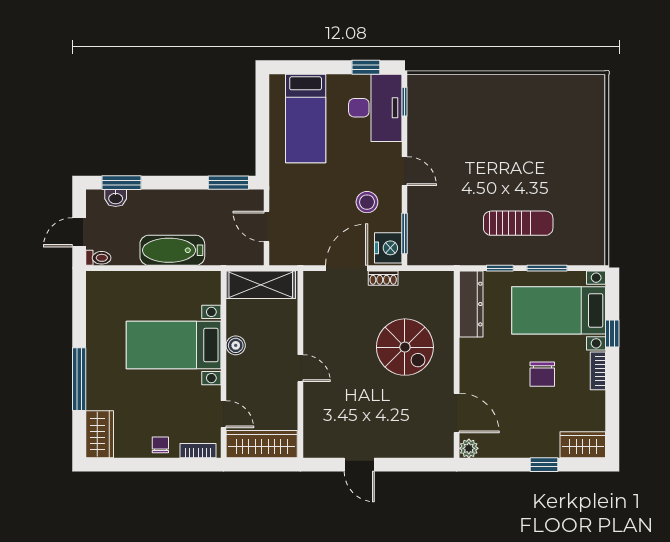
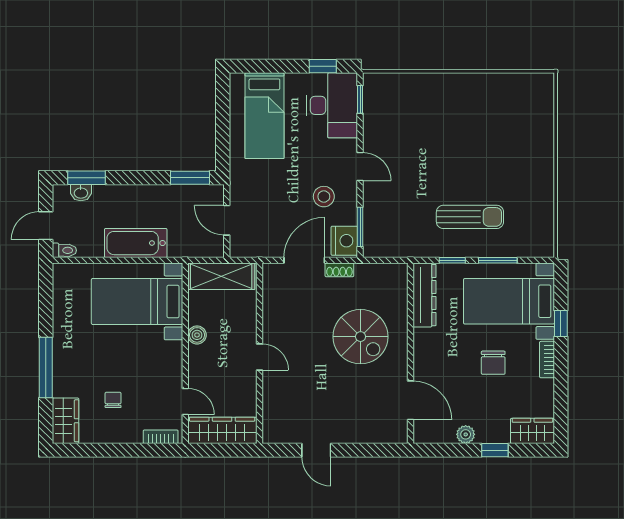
bed with nightstands: (174, 345) -> (137, 301), moved
chair: (160, 445) -> (113, 400), moved
plant: (469, 448) -> (466, 434), moved

